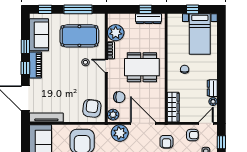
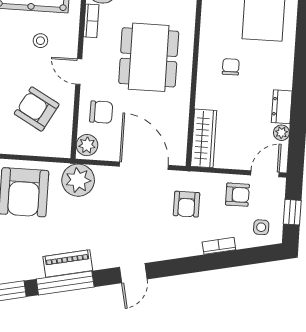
door: (106, 66) -> (79, 72), moved
dining table: (142, 67) -> (149, 57), turned 90
armchair: (92, 108) -> (37, 109), moved, turned -67
plant: (120, 133) -> (78, 180), moved

